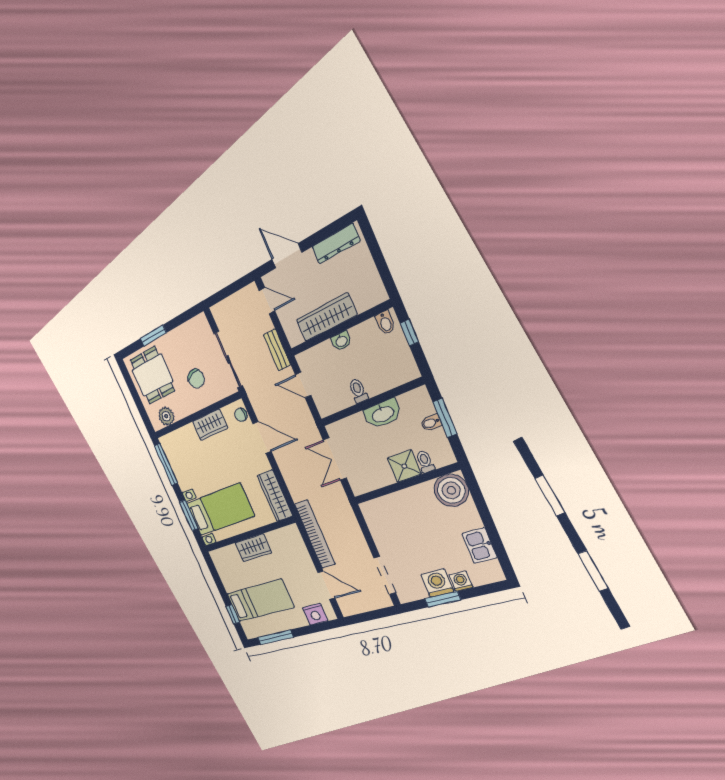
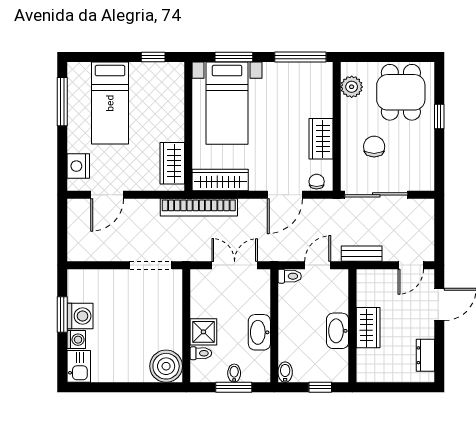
dresser: (336, 244) -> (425, 355), width x0.70
wardrobe: (326, 317) -> (368, 328), width x0.67
bidet: (385, 323) -> (285, 372), moved, turned 90
window: (153, 336) -> (439, 117), width x0.67
washbasin: (341, 341) -> (338, 331), width x1.91, depth x1.45
dining table: (152, 375) -> (401, 92), turned 90
chair: (196, 379) -> (374, 147), turned 105
toilet: (358, 391) -> (290, 276), moved
bookcase: (315, 534) -> (199, 207), moved
kitchen sink: (479, 546) -> (79, 366), moved, turned 90
wardrobe: (253, 548) -> (172, 163), moved
doorway: (385, 575) -> (151, 265), moved
window: (233, 614) -> (153, 57), moved

